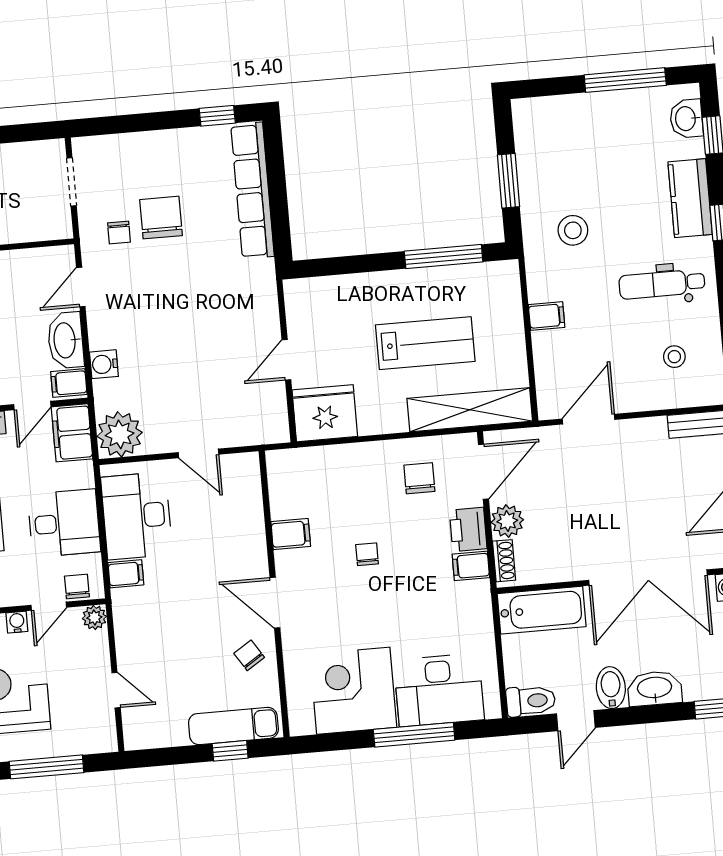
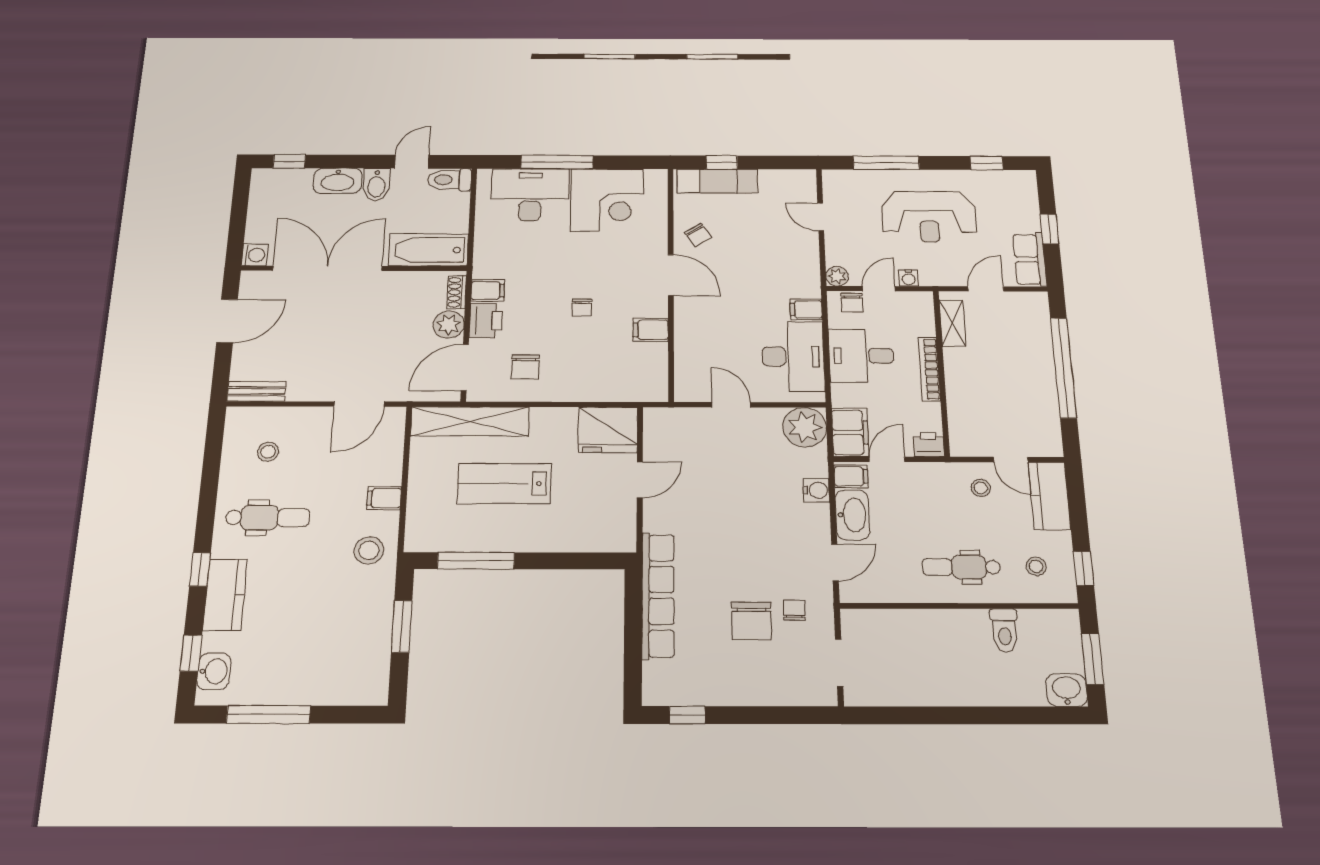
row of seats: (252, 191) -> (658, 595), moved
stool: (573, 230) -> (369, 550), moved

